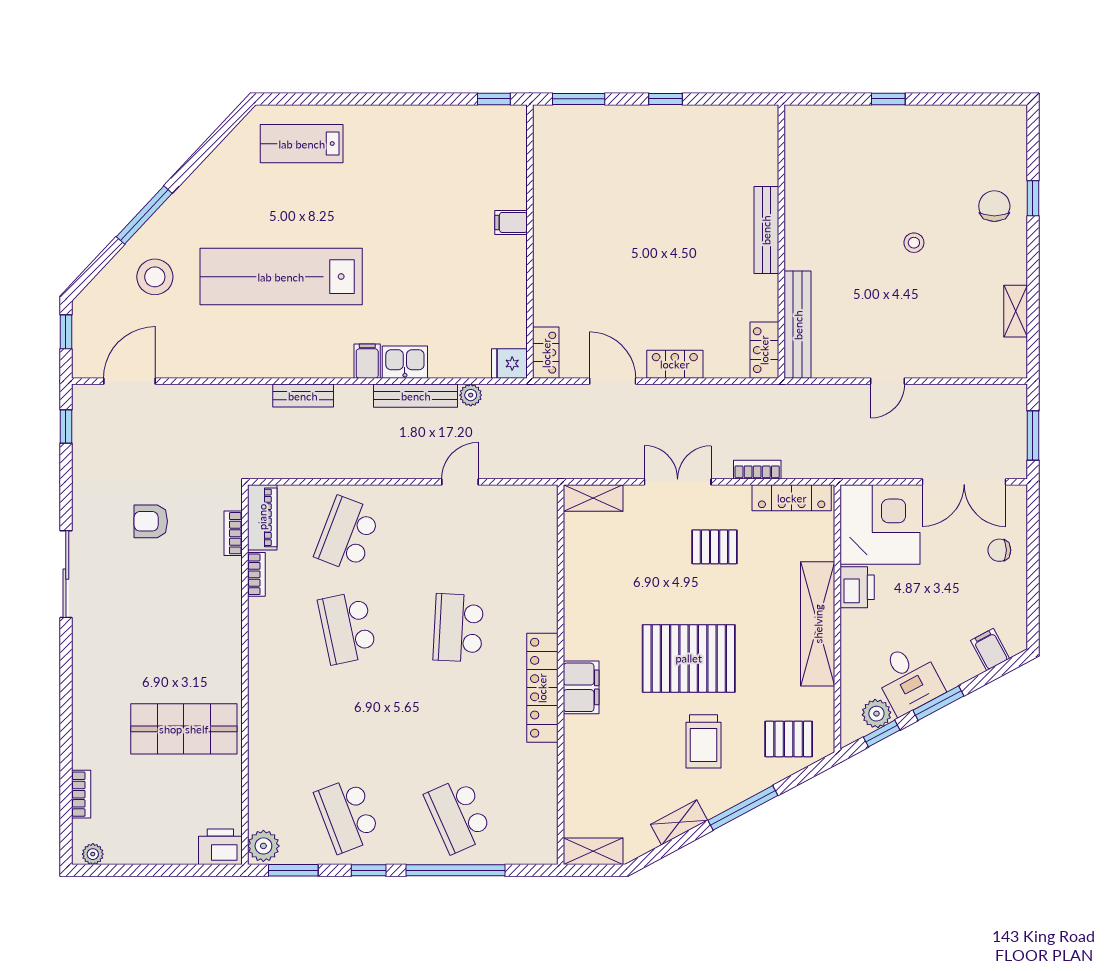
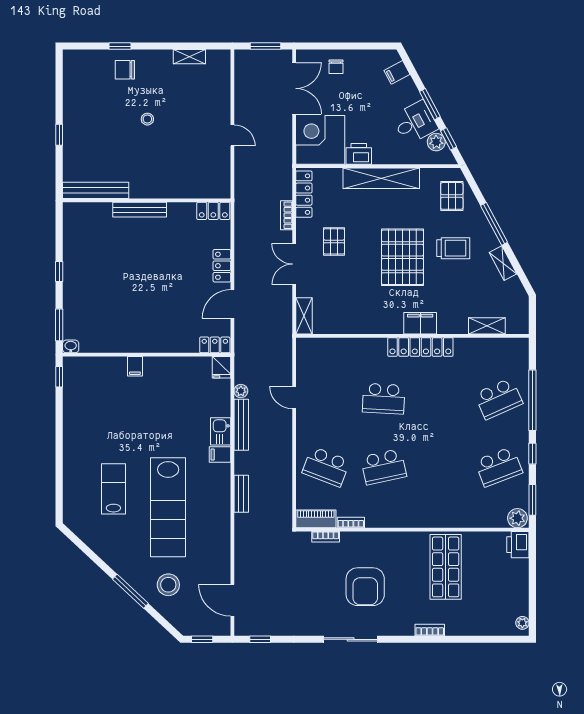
washbasin: (543, 118) -> (71, 346), added
lab bench: (302, 144) -> (113, 489), moved, turned 180
bench: (798, 325) -> (96, 190), moved
armchair: (151, 521) -> (365, 587), moved, width x1.88, depth x1.88
bookcase: (81, 794) -> (430, 630), moved
shelving: (593, 851) -> (487, 326), moved, turned 90

